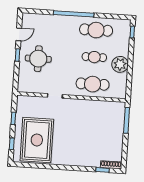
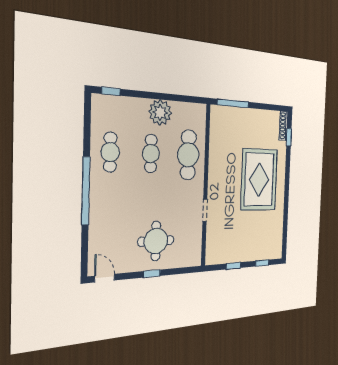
cafe table: (96, 30) -> (110, 152), width x0.73, depth x0.74
door: (19, 34) -> (105, 278), moved
rug: (37, 140) -> (259, 180), moved, turned 90

